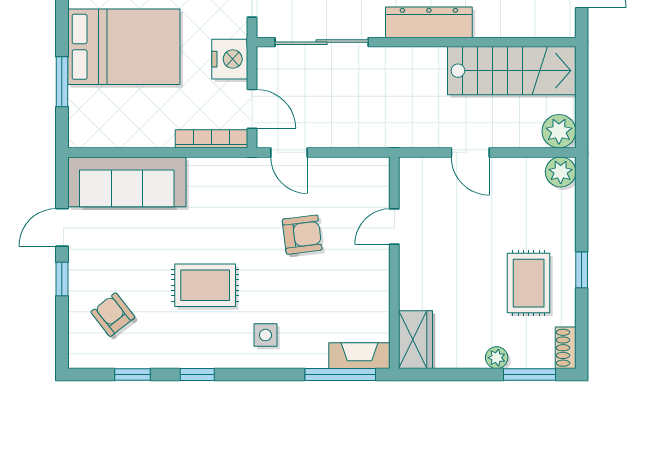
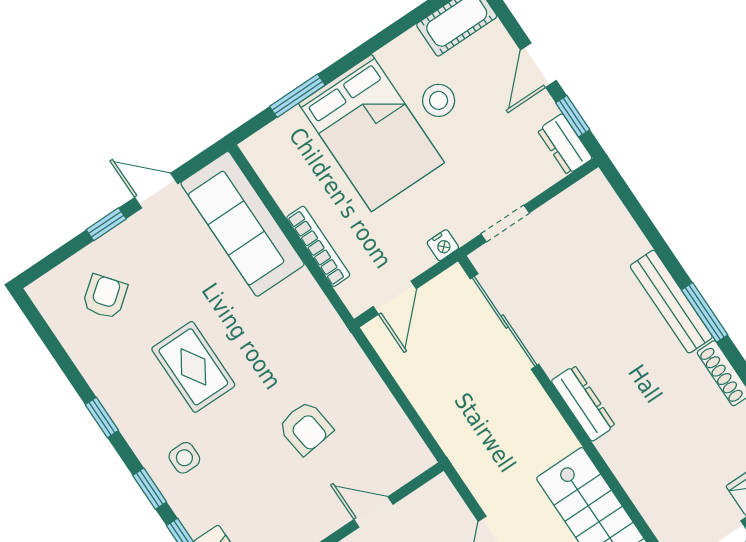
dresser: (429, 22) -> (583, 403), width x0.73, depth x0.80
nightstand: (230, 59) -> (443, 245), width x0.53, depth x0.56
bookcase: (212, 139) -> (318, 246), moved
door: (289, 152) -> (377, 362), removed
window: (133, 374) -> (150, 489), moved

